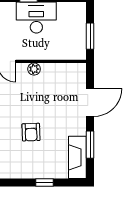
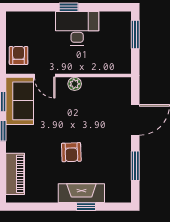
window: (90, 36) -> (135, 35), moved
fireplace: (77, 157) -> (81, 193), moved, turned 90

